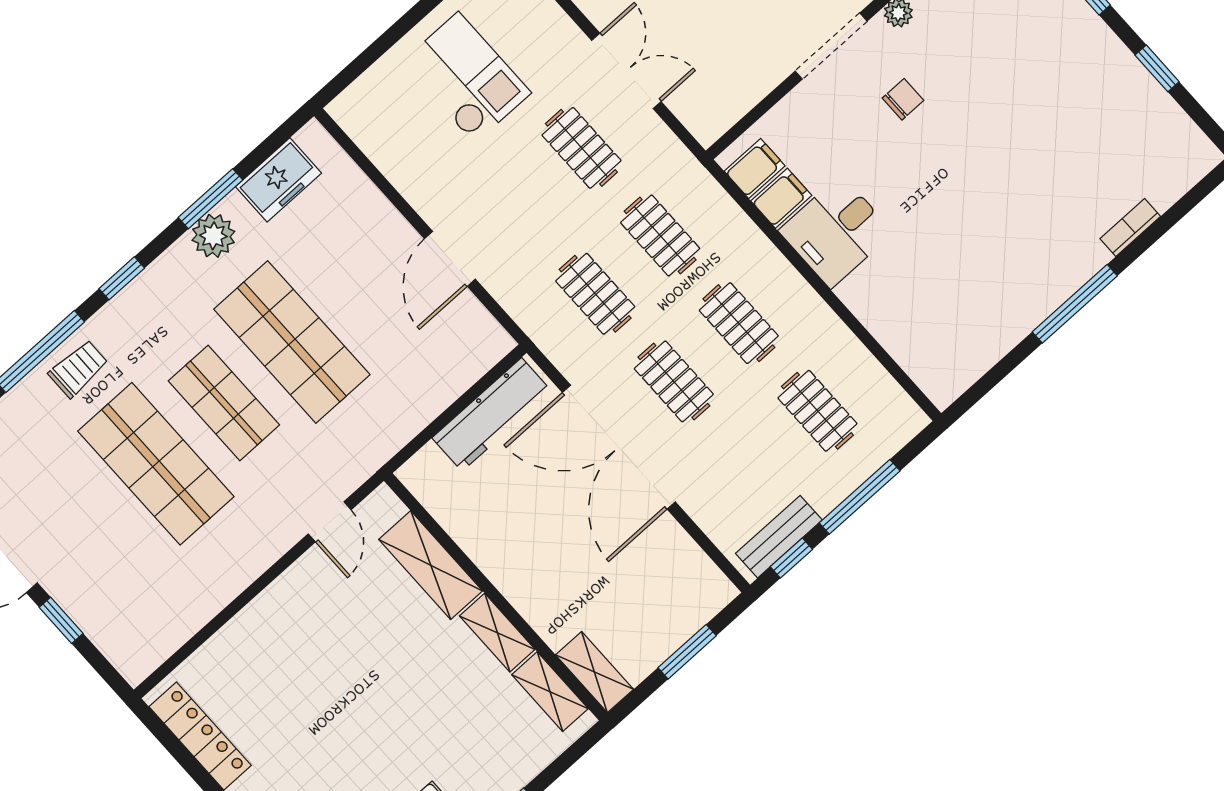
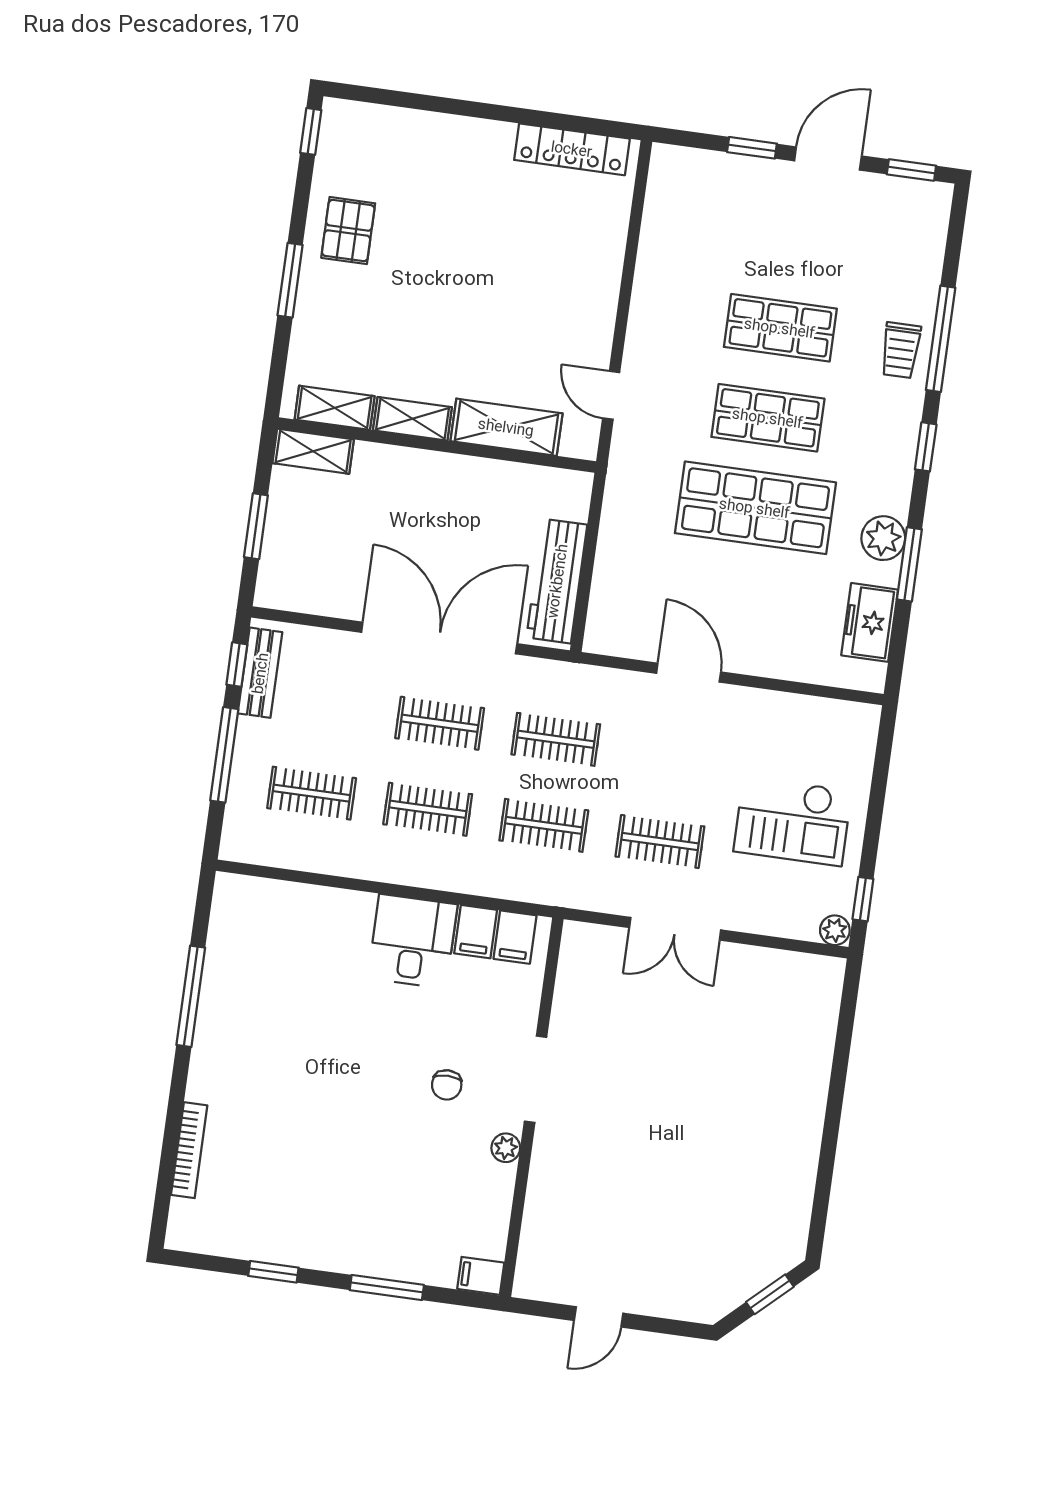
bookcase: (1130, 228) -> (189, 1150), width x1.56
window: (1075, 304) -> (191, 996), moved
shop shelf: (156, 464) -> (780, 328), width x0.70, depth x0.74

